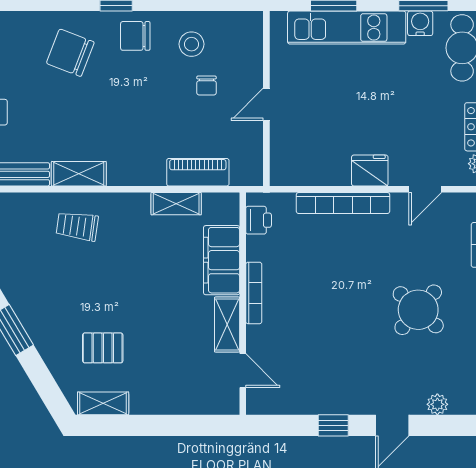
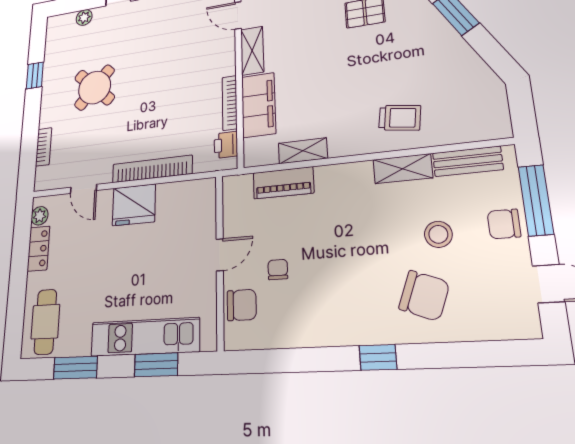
water cooler: (420, 23) -> (79, 344), removed
chair: (135, 36) -> (242, 305), moved
stool: (192, 44) -> (438, 234), moved
fridge: (370, 170) -> (134, 205), width x1.36, depth x1.34
door: (425, 189) -> (83, 189), swing flipped
bookcase: (254, 293) -> (230, 103), moved

